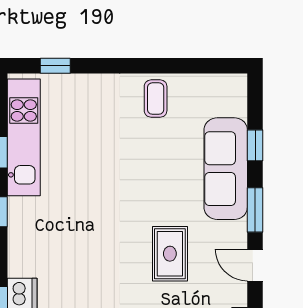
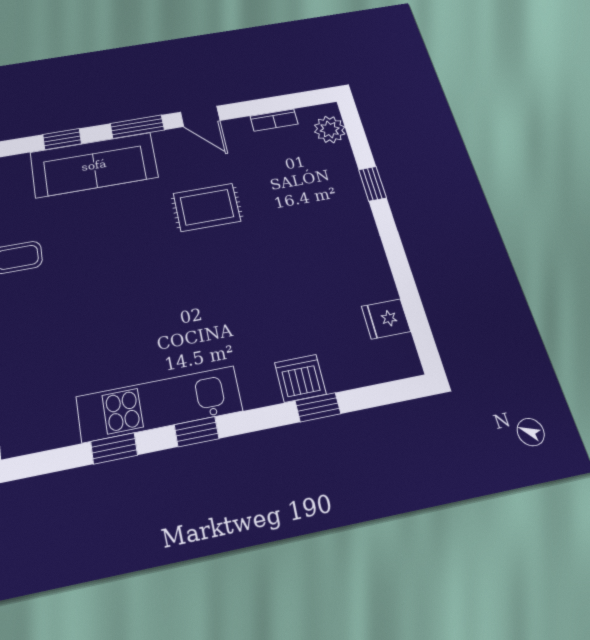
kitchen unit: (24, 137) -> (159, 404), moved
door: (255, 265) -> (200, 116), hinge flipped

